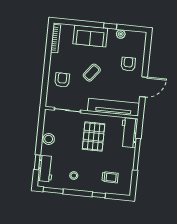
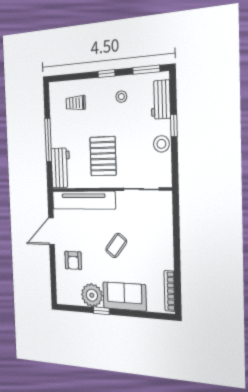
plant: (121, 34) -> (92, 295), width x1.87, depth x1.87
armchair: (62, 80) -> (154, 232), removed
window: (37, 162) -> (174, 126), moved
window: (99, 195) -> (106, 74), moved

